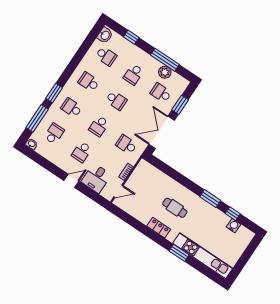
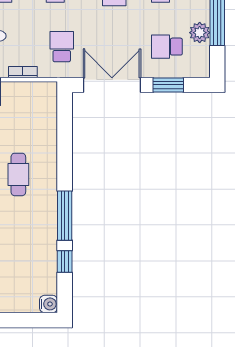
school desk: (161, 93) -> (167, 47), turned -90
window: (210, 199) -> (65, 216), width x1.44
water cooler: (234, 226) -> (49, 304), moved

